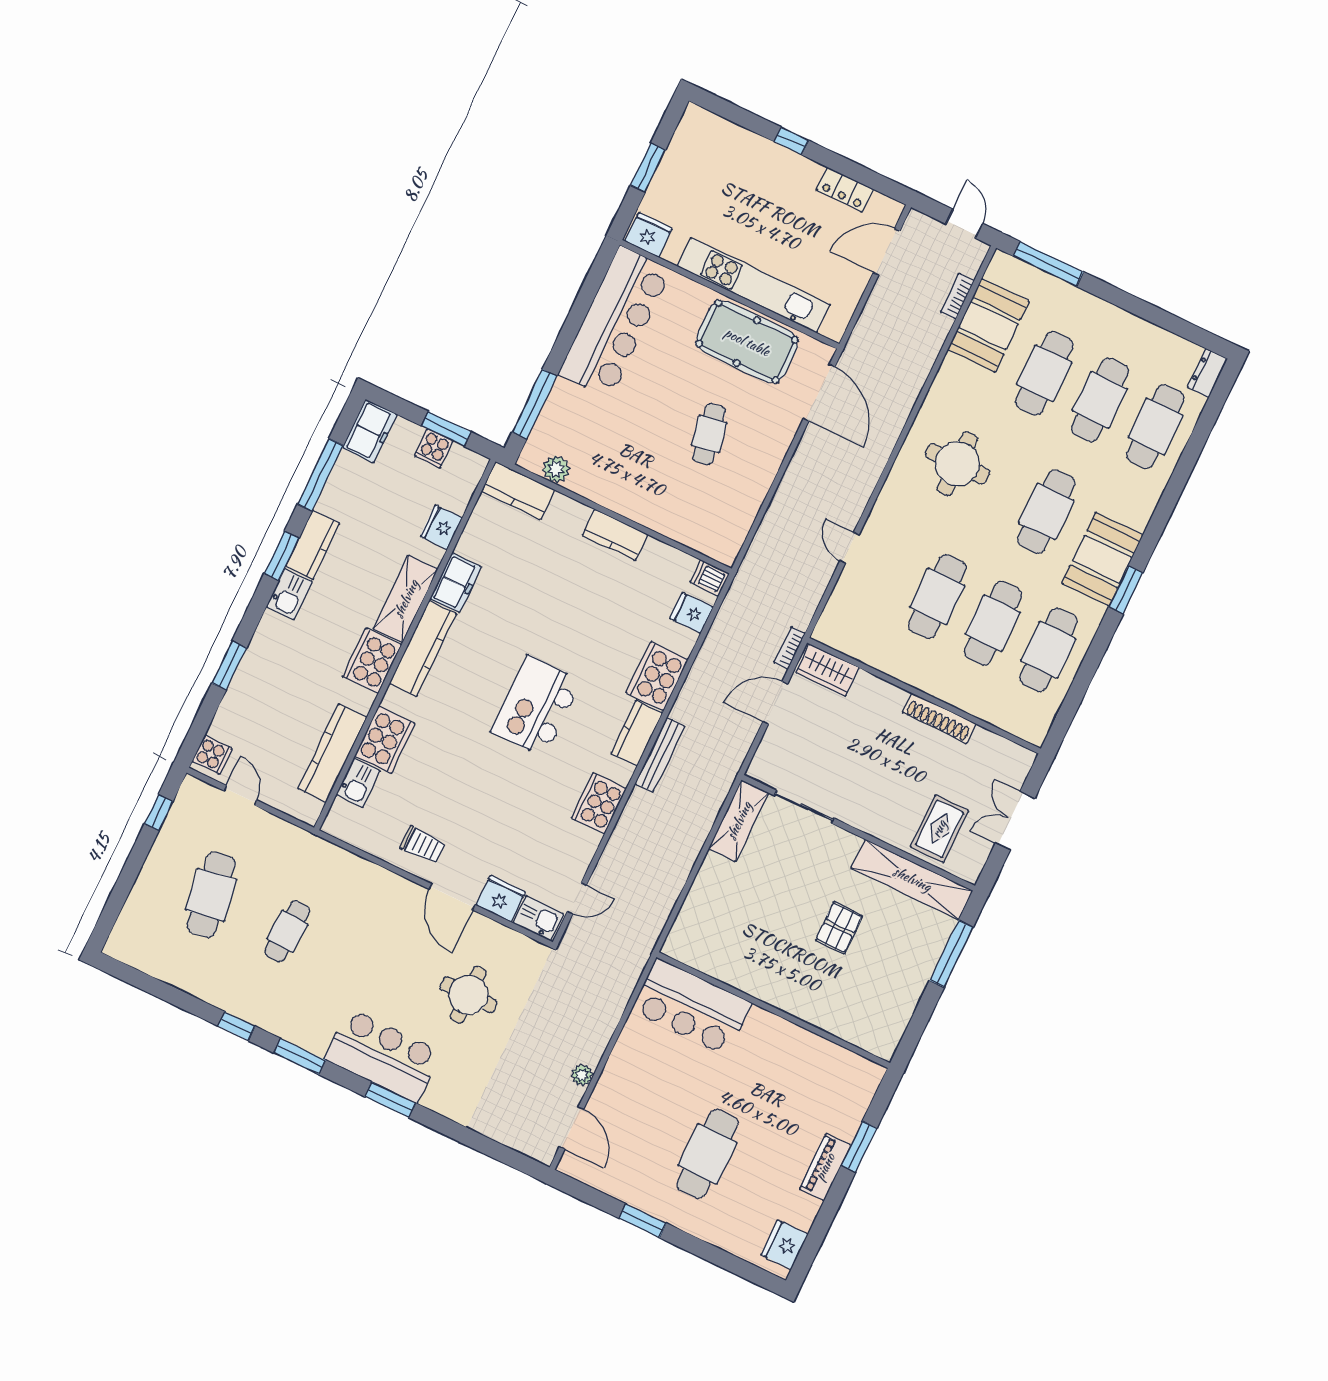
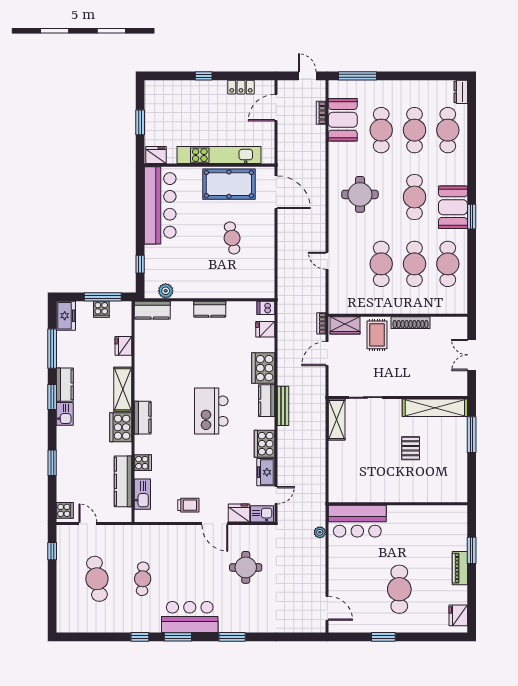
window: (535, 404) -> (140, 264), width x0.46
window: (446, 429) -> (103, 297), width x1.44
freezer: (456, 583) -> (266, 472), moved, turned 180
kitchen counter: (423, 649) -> (143, 418), width x0.67
cooker: (385, 740) -> (143, 463), width x0.53, depth x0.76
kitchen sink: (358, 783) -> (142, 494), width x1.38
rug: (939, 829) -> (377, 335), moved
bar counter: (383, 1055) -> (190, 617), moved
plant: (582, 1075) -> (320, 532), moved

